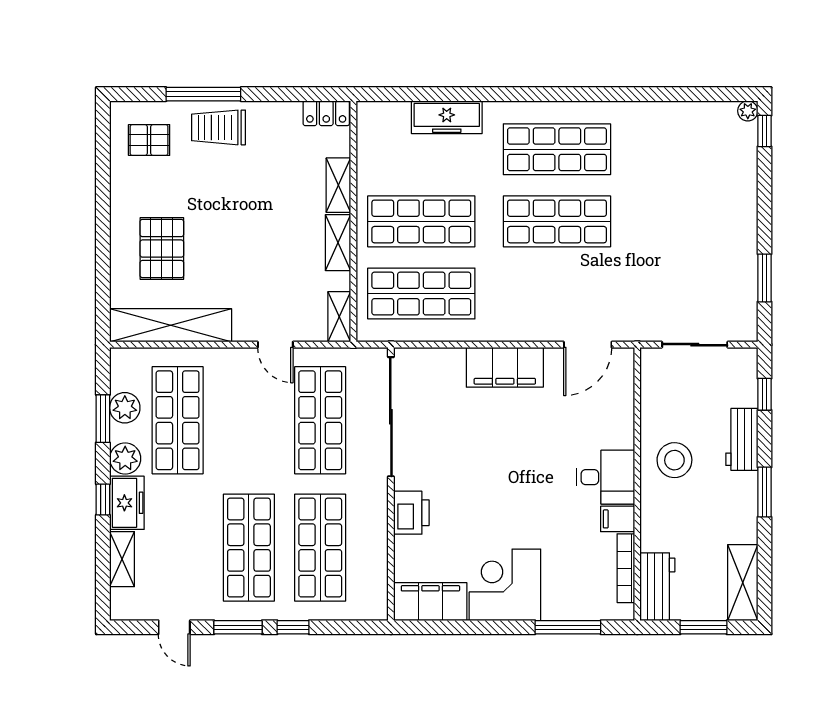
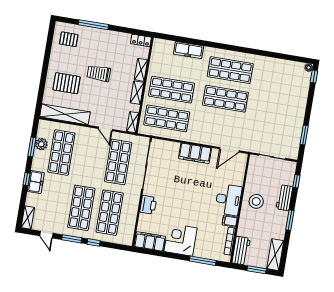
trolley: (219, 127) -> (99, 73), moved
pallet: (162, 249) -> (67, 83), turned 90
plant: (125, 459) -> (38, 164), removed
desk: (606, 477) -> (228, 200), width x1.37
shelving: (122, 559) -> (28, 217), moved

